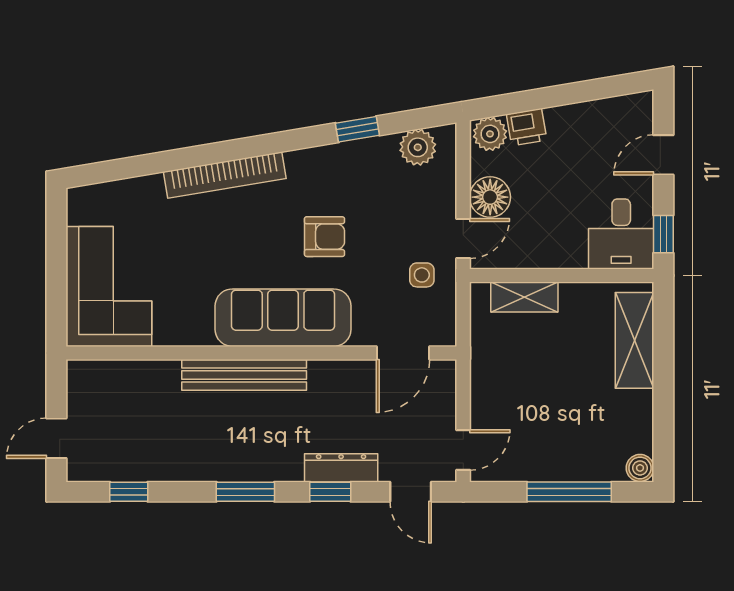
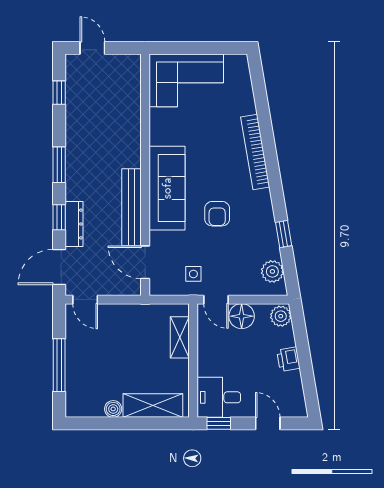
printer: (527, 127) -> (288, 359), moved
bench: (244, 375) -> (132, 207), moved
boiler: (640, 468) -> (113, 409), moved
door: (411, 492) -> (59, 267), width x1.38

